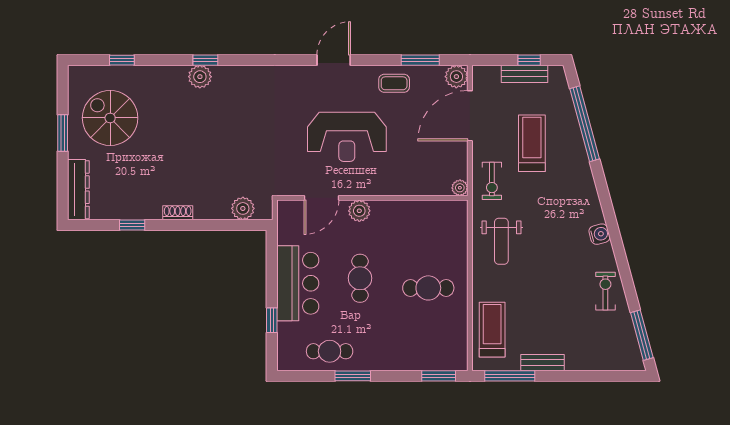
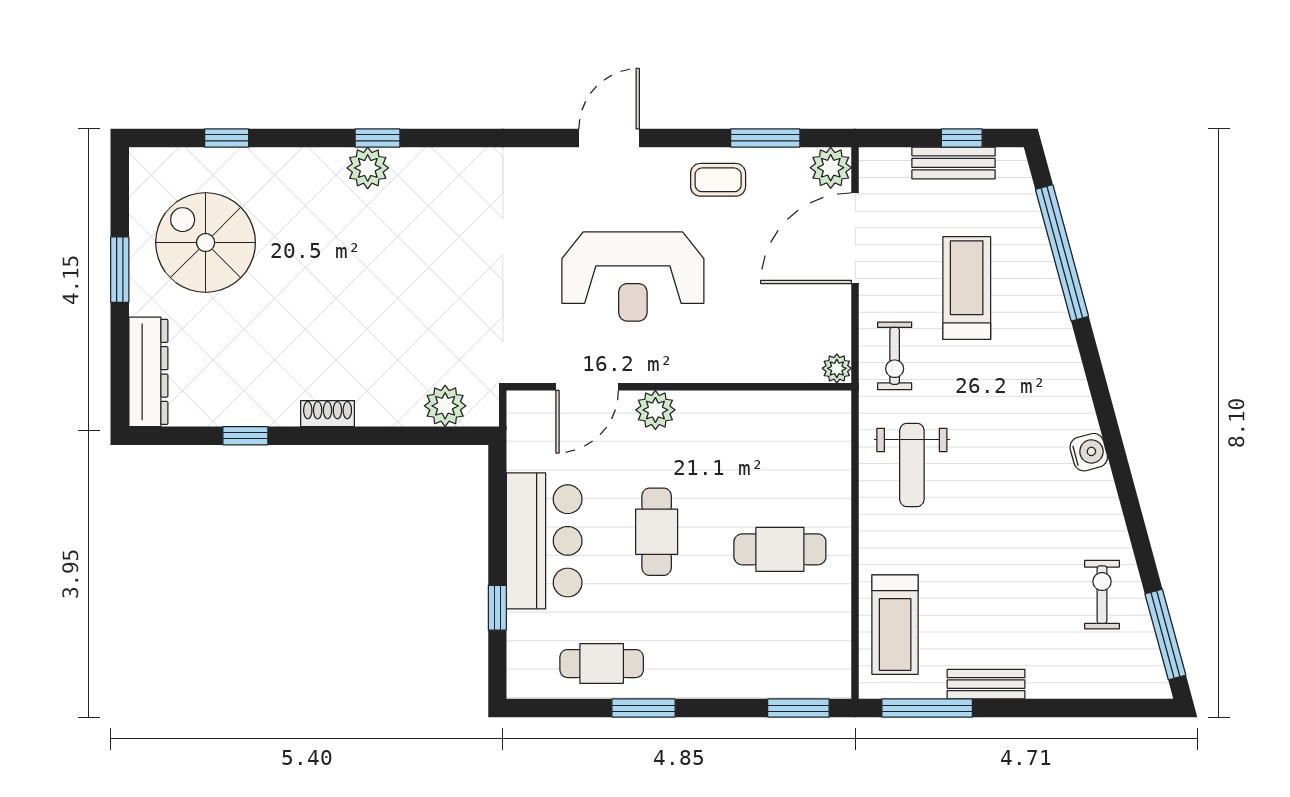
exercise bike: (605, 291) -> (1102, 595), moved
treadmill: (492, 330) -> (895, 625), turned 180

